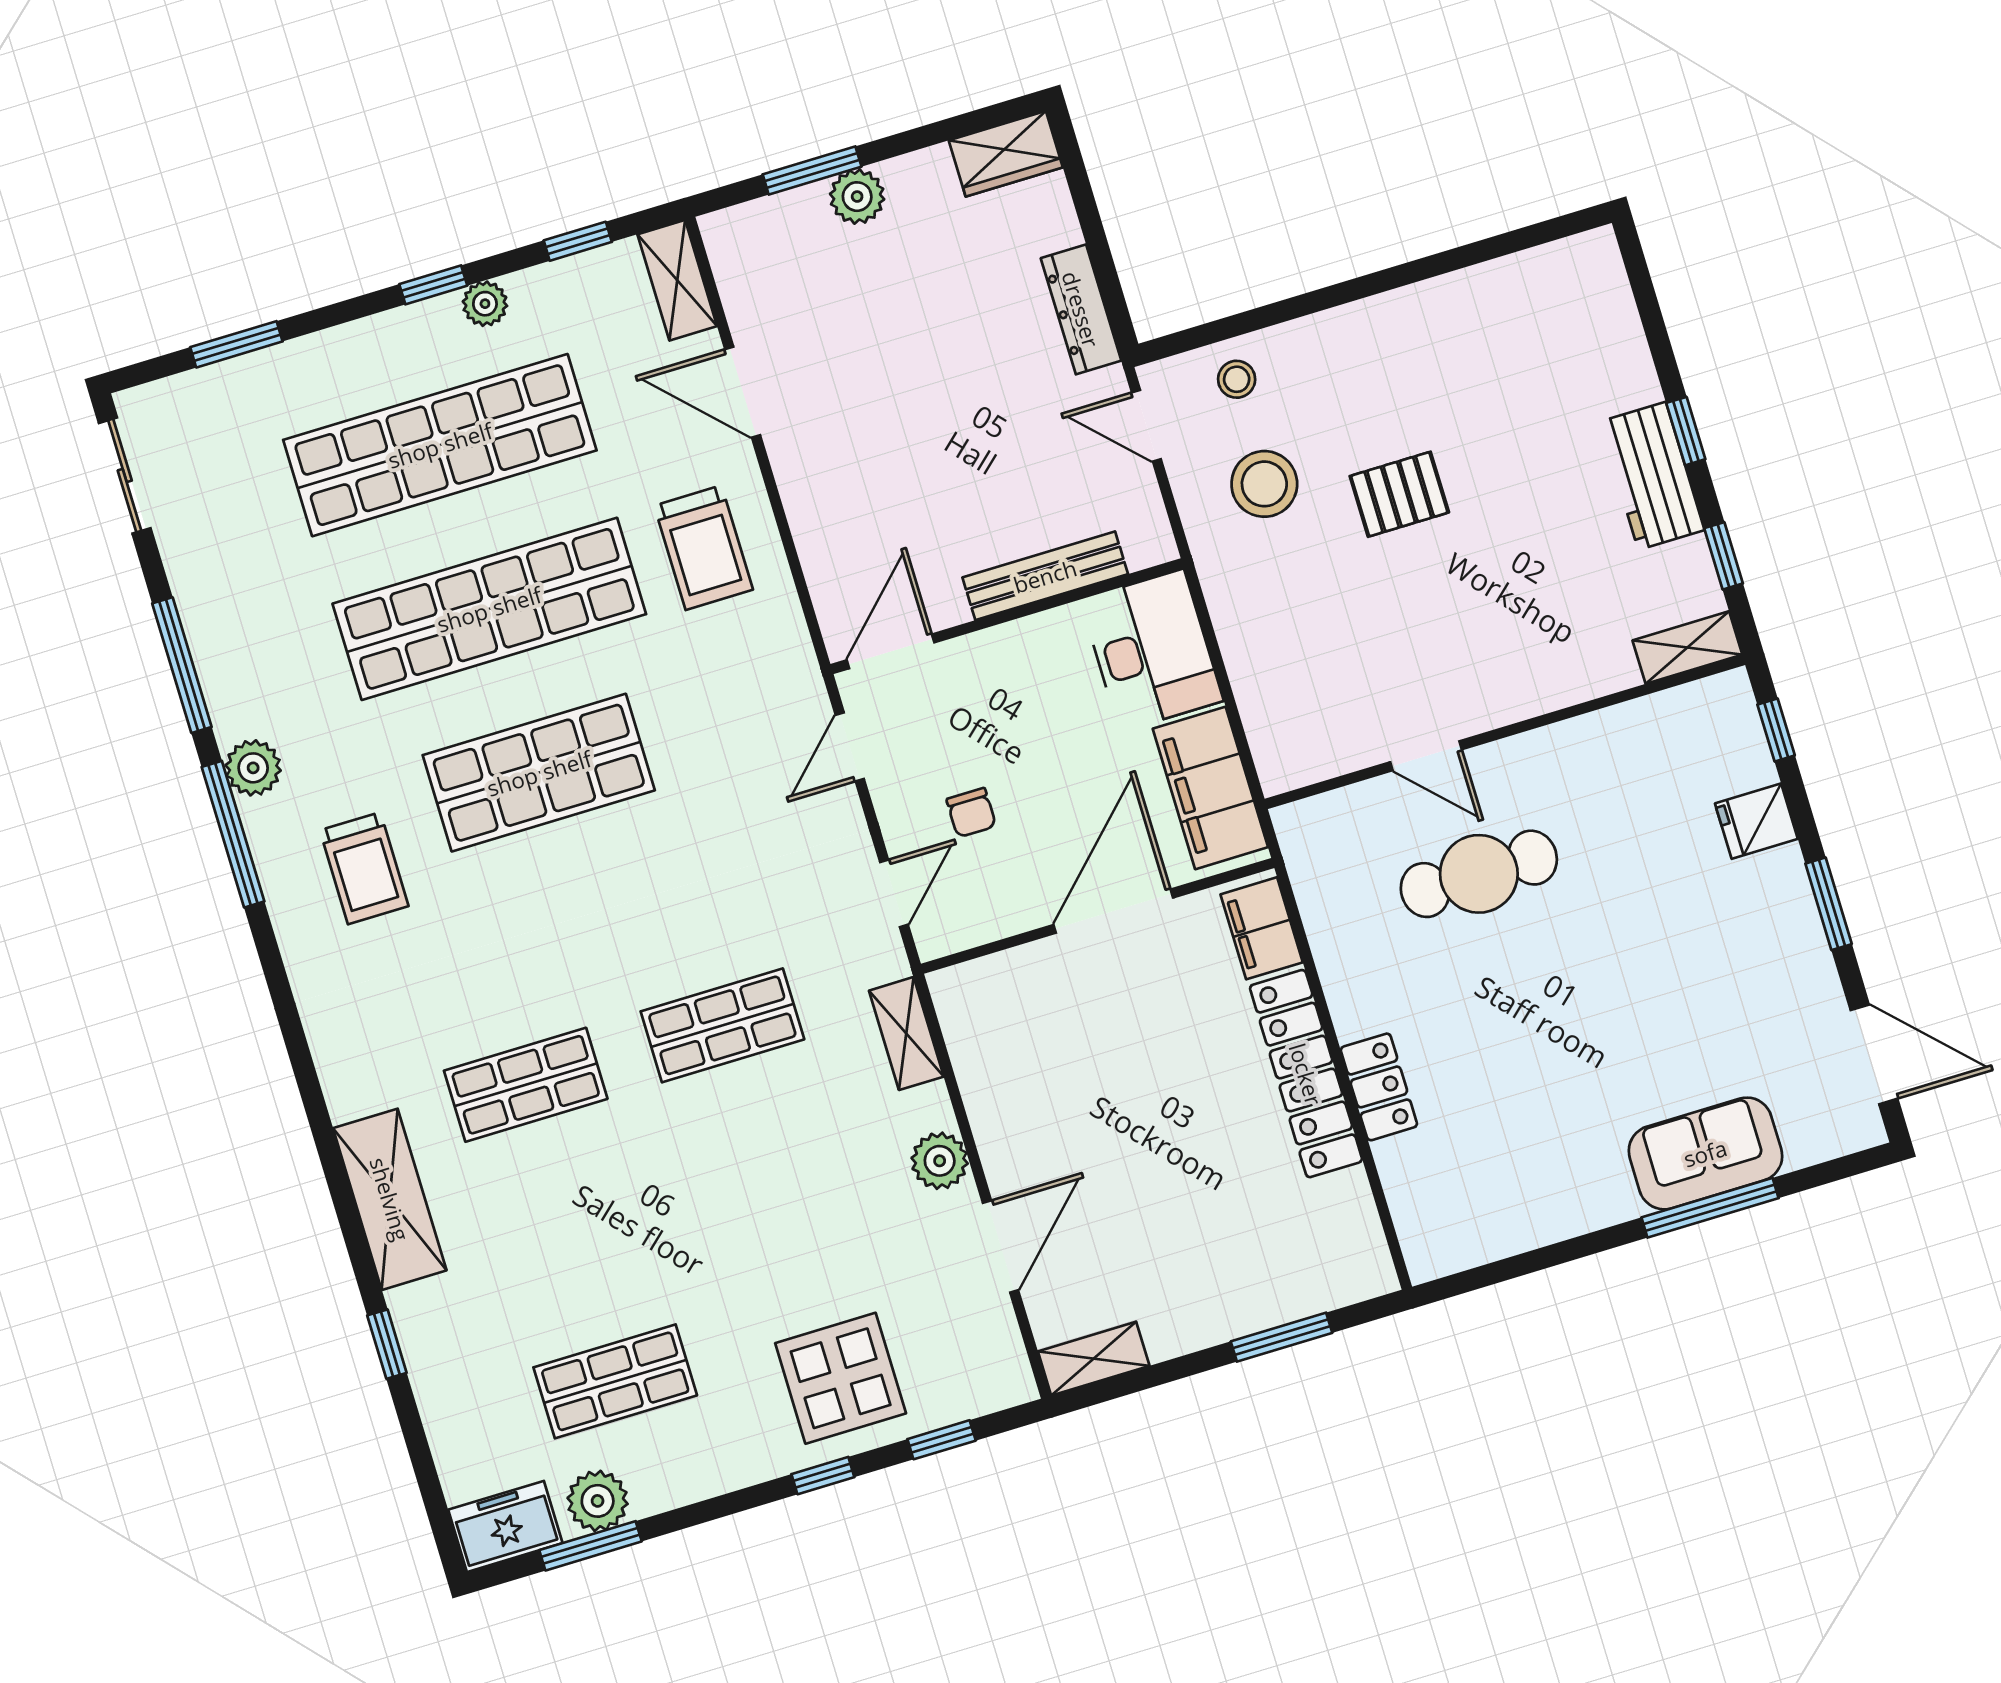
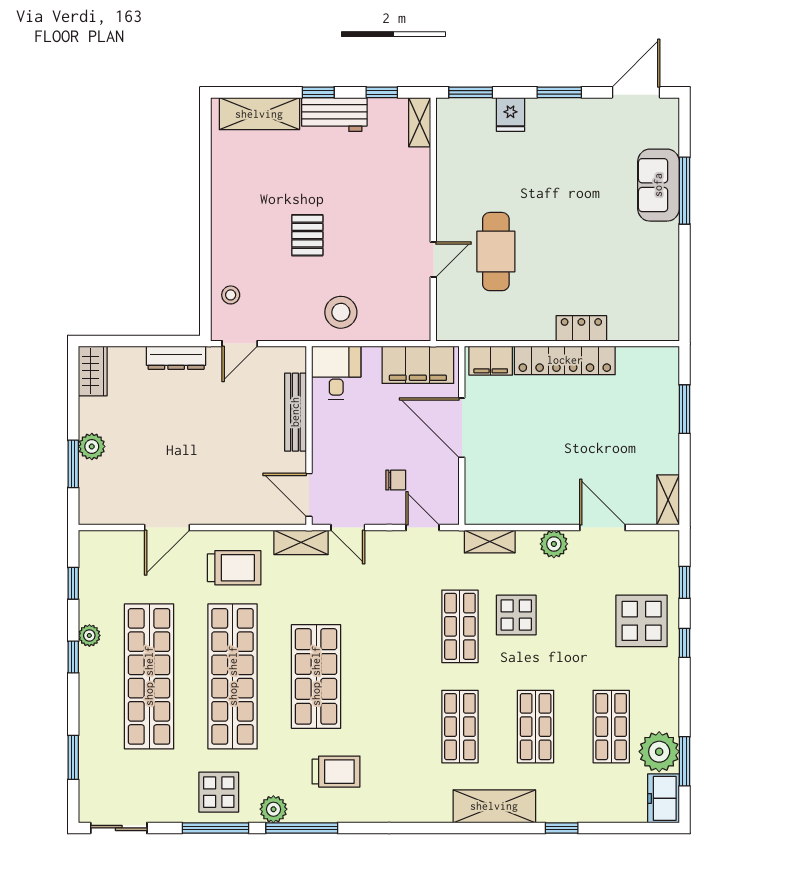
shelving: (677, 280) -> (301, 542), moved
shelving: (1609, 328) -> (259, 114), added
stool: (1264, 484) -> (341, 312), moved
display table: (254, 650) -> (219, 792), added
desk: (1152, 650) -> (336, 373), width x0.73
window: (1776, 730) -> (471, 92), width x1.50
display table: (778, 1129) -> (516, 615), added
shop shelf: (570, 1233) -> (536, 727), added
plant: (598, 1501) -> (659, 752), width x1.36, depth x1.36

